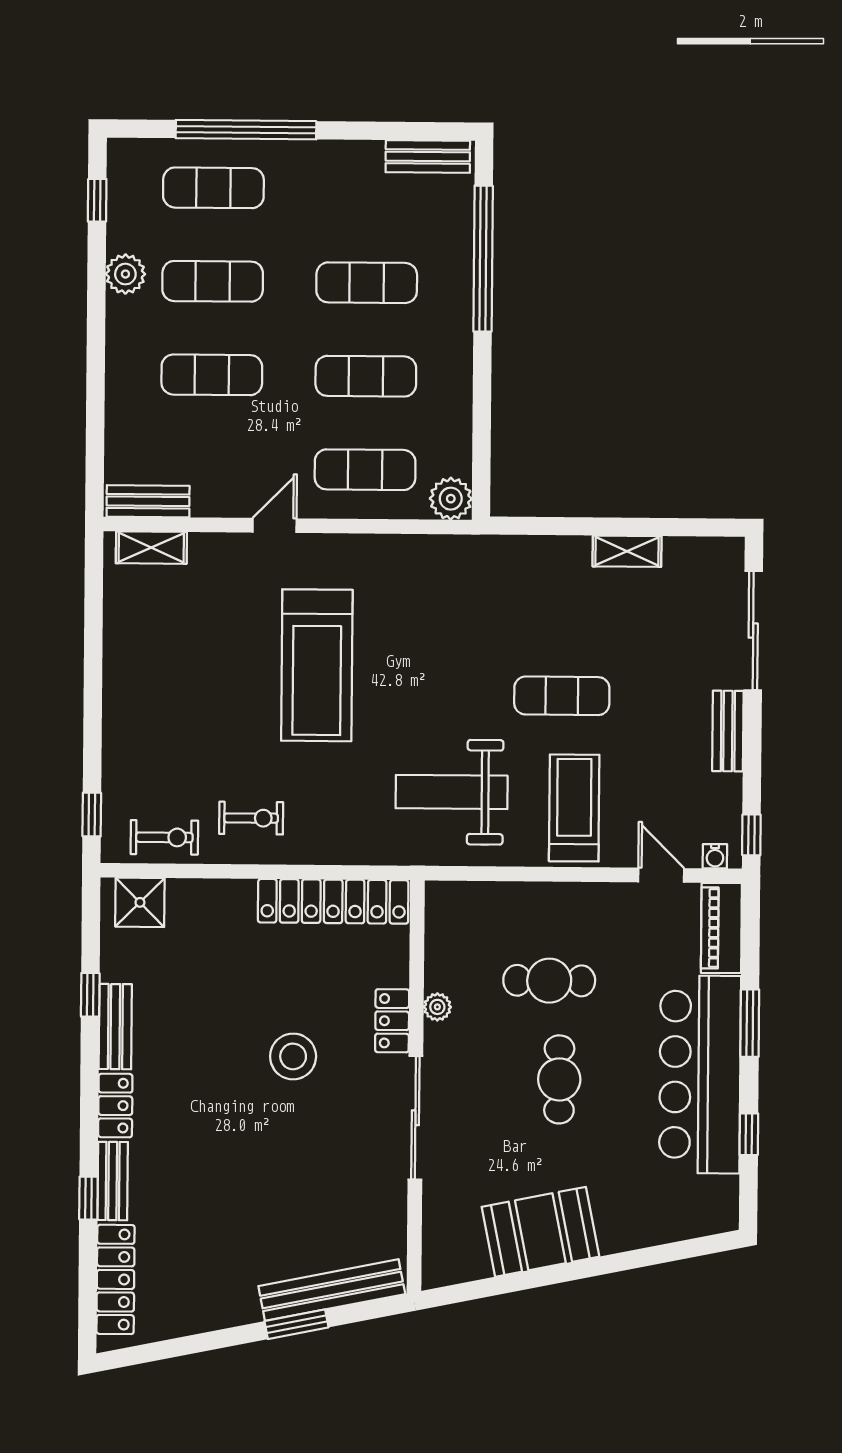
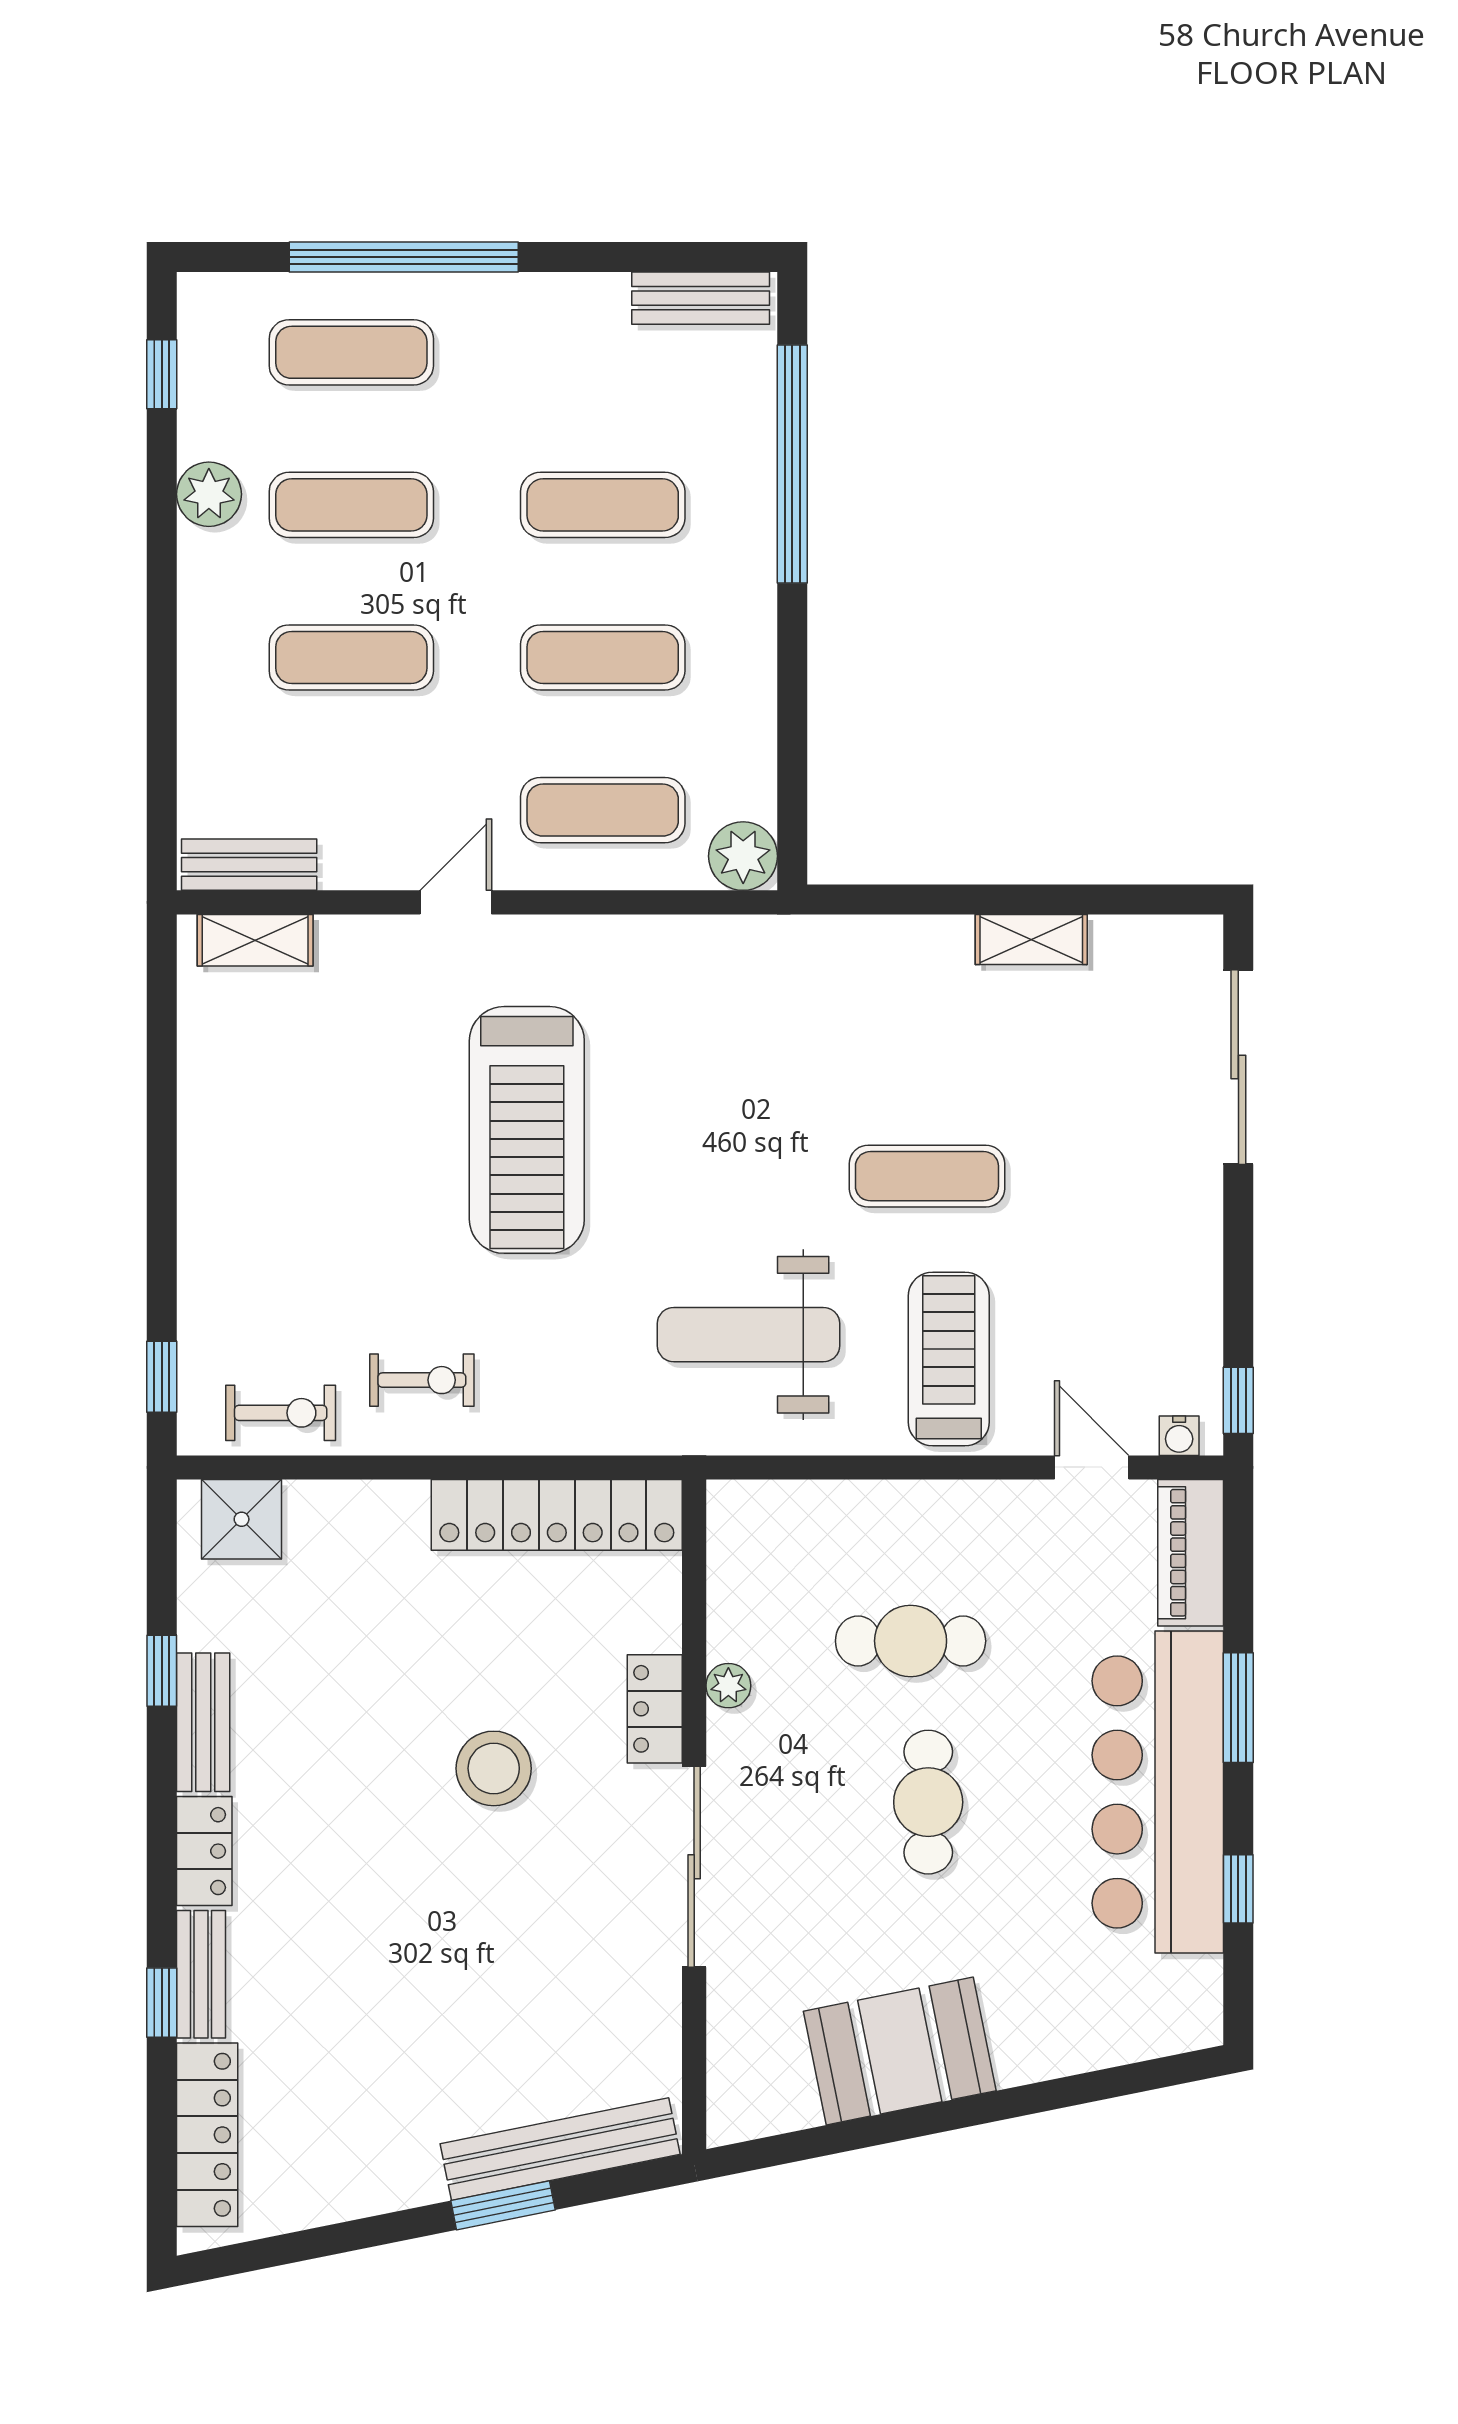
bench: (728, 731) -> (1198, 1231), removed

